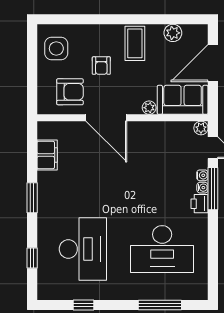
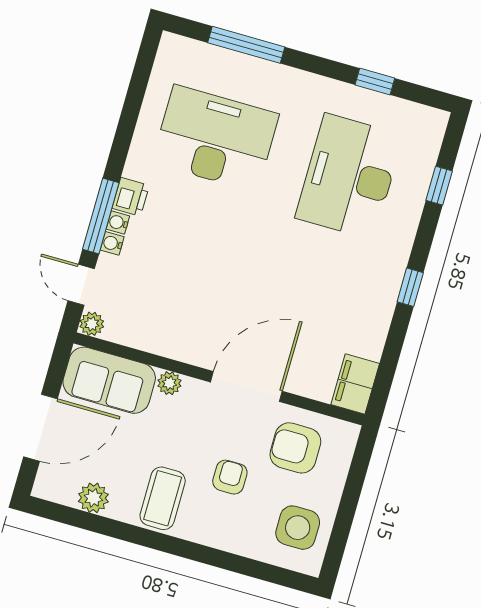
door: (106, 118) -> (246, 387), hinge flipped
filing cabinet: (47, 155) -> (355, 384), moved
window: (32, 198) -> (410, 287), width x0.67

